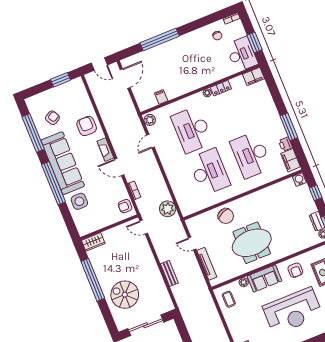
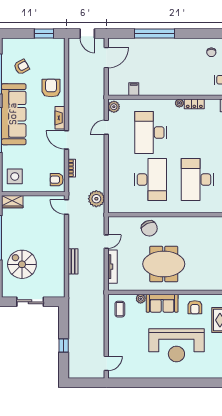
side table: (79, 201) -> (15, 176), moved
door: (192, 244) -> (106, 242), swing flipped
sliding door: (146, 325) -> (30, 302), width x0.73

